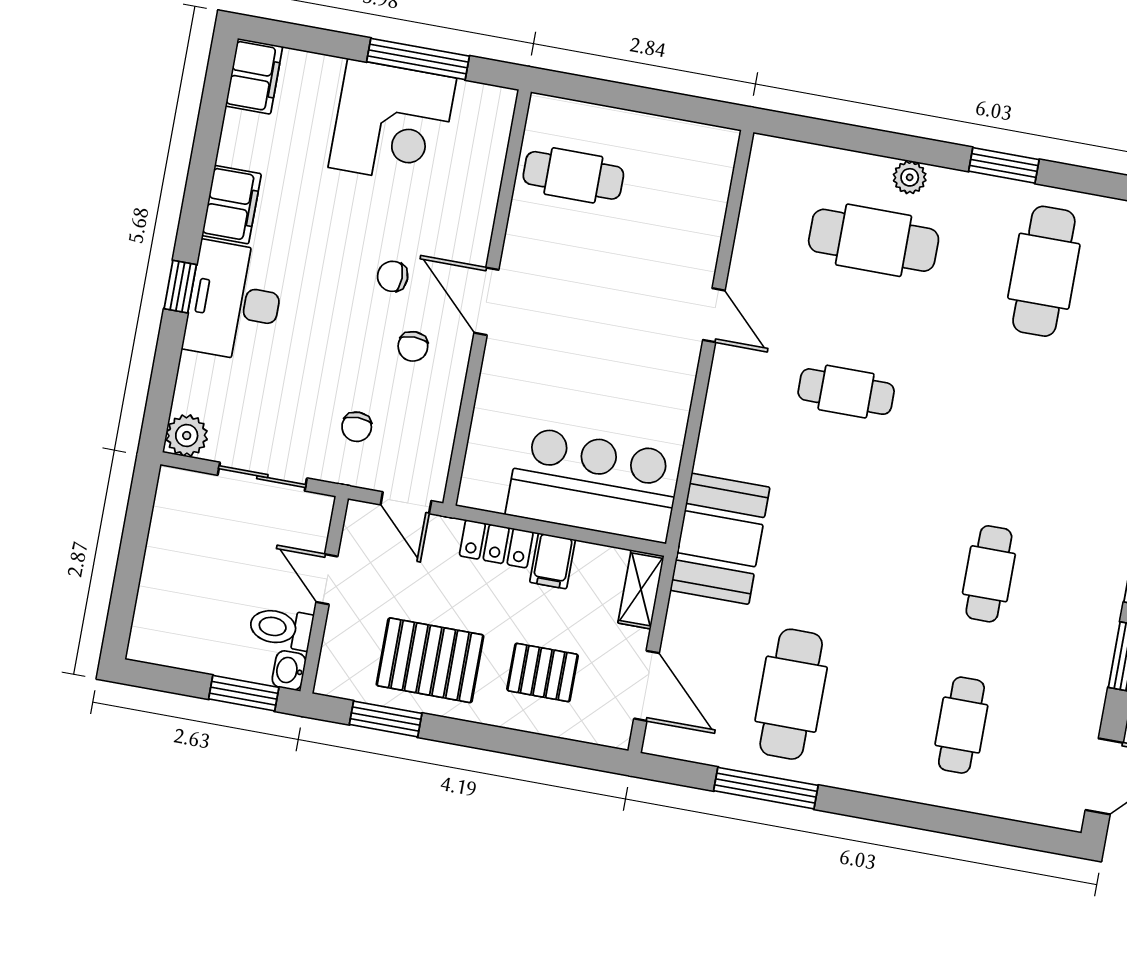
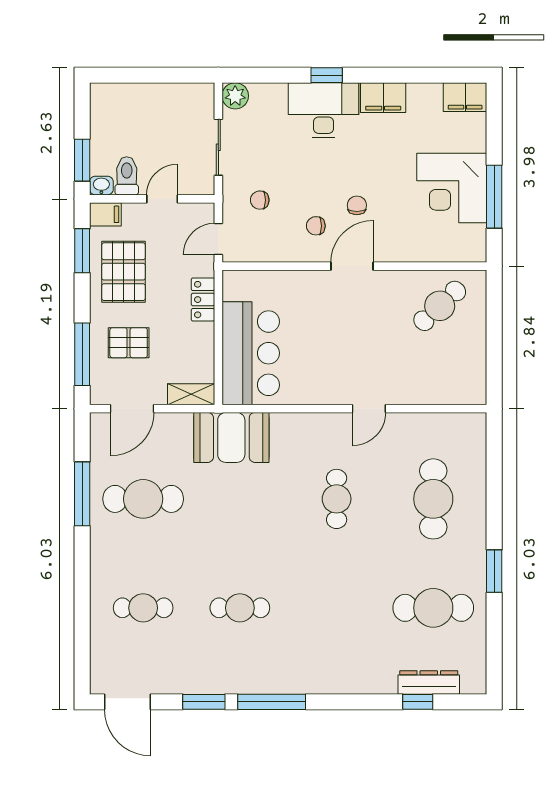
cafe table: (573, 175) -> (440, 306), turned 47
plant: (910, 177) -> (476, 514), removed
filing cabinet: (552, 561) -> (105, 214), moved, turned 180
pallet: (543, 672) -> (129, 343), turned 90
window: (548, 748) -> (82, 354), added

